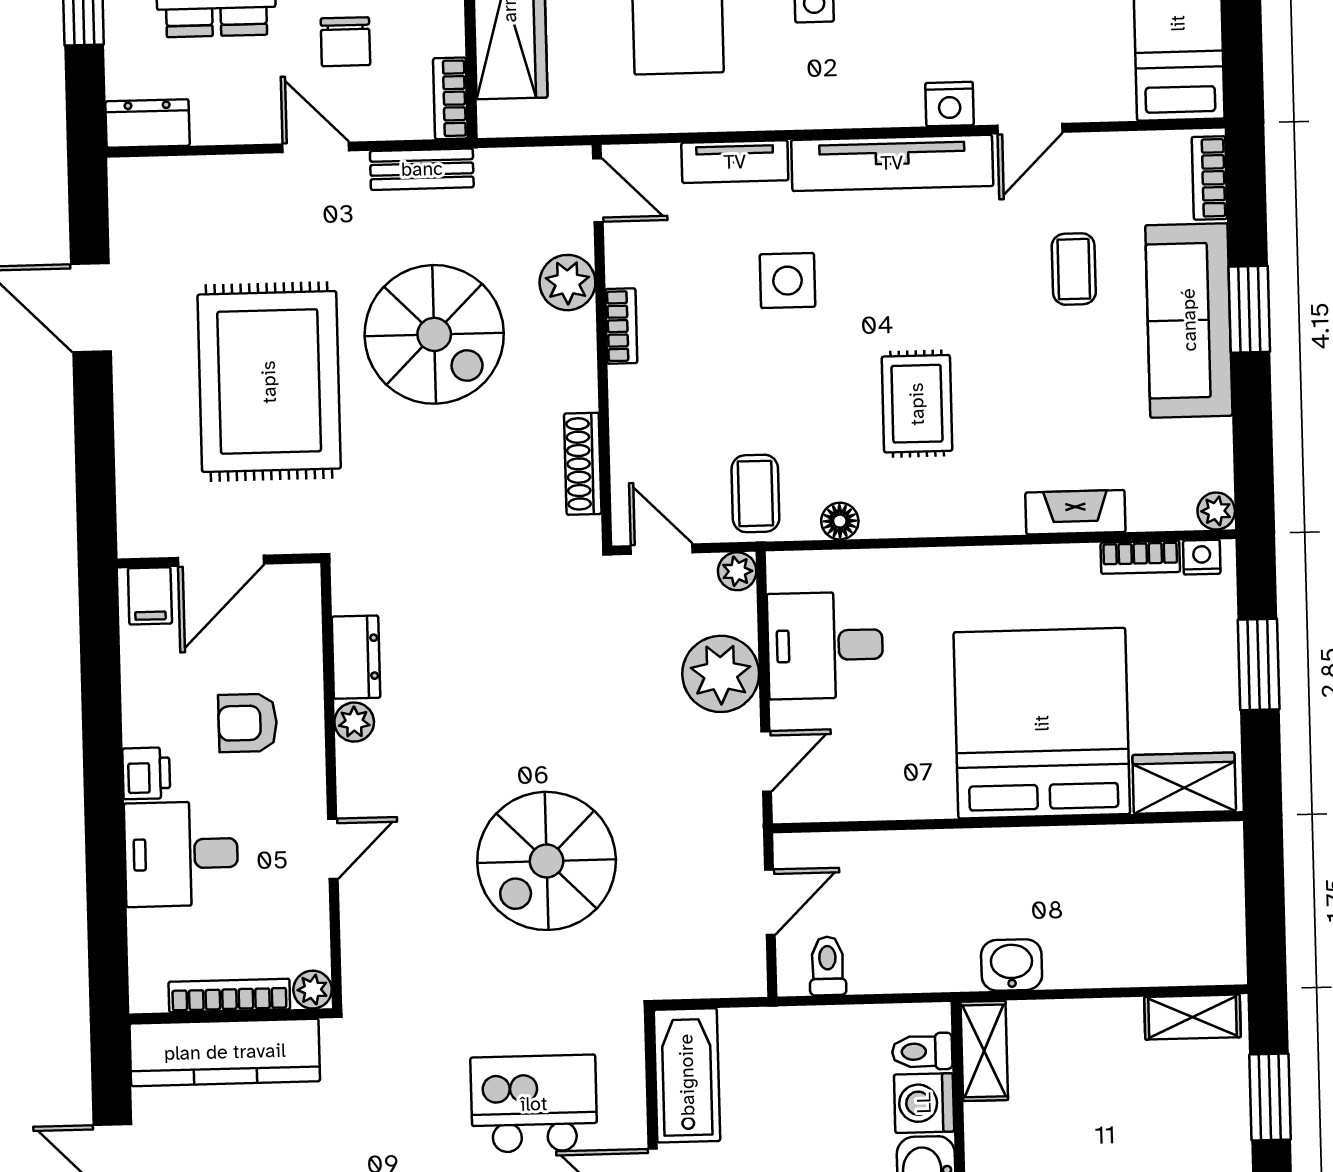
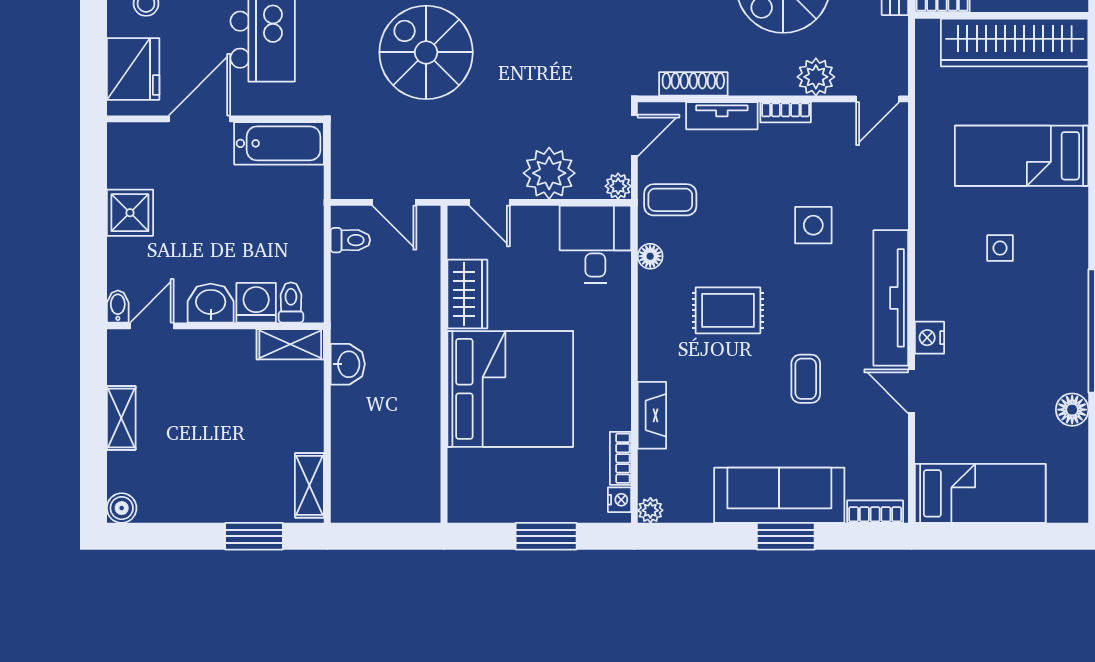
tv unit: (735, 162) -> (722, 116), moved, turned -90
coffee table: (1074, 269) -> (806, 379), moved, turned 90
desk: (825, 645) -> (595, 244), moved
wardrobe: (1184, 783) -> (467, 294), moved

